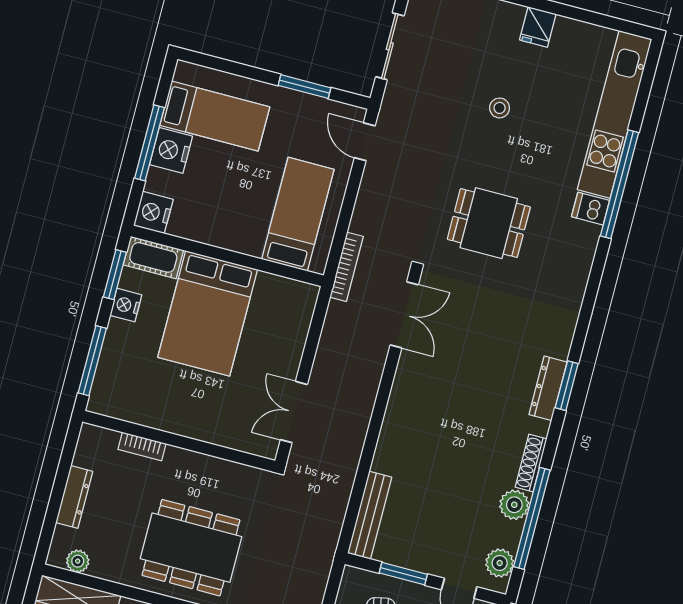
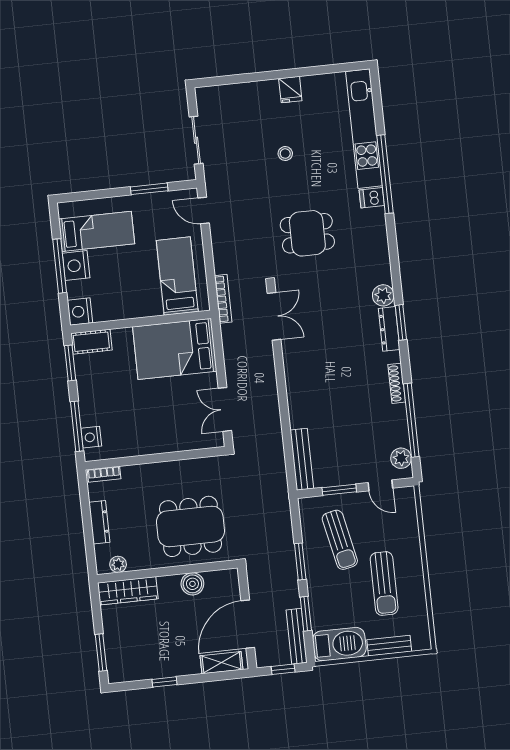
nightstand: (126, 305) -> (91, 437), moved
bed: (208, 313) -> (175, 349), moved, turned 90
bookcase: (142, 446) -> (104, 474), moved
plant: (514, 505) -> (383, 295), moved

